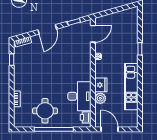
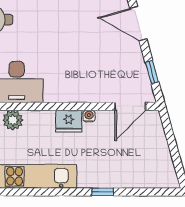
door: (93, 34) -> (130, 106), hinge flipped
fridge: (101, 85) -> (69, 121), moved

